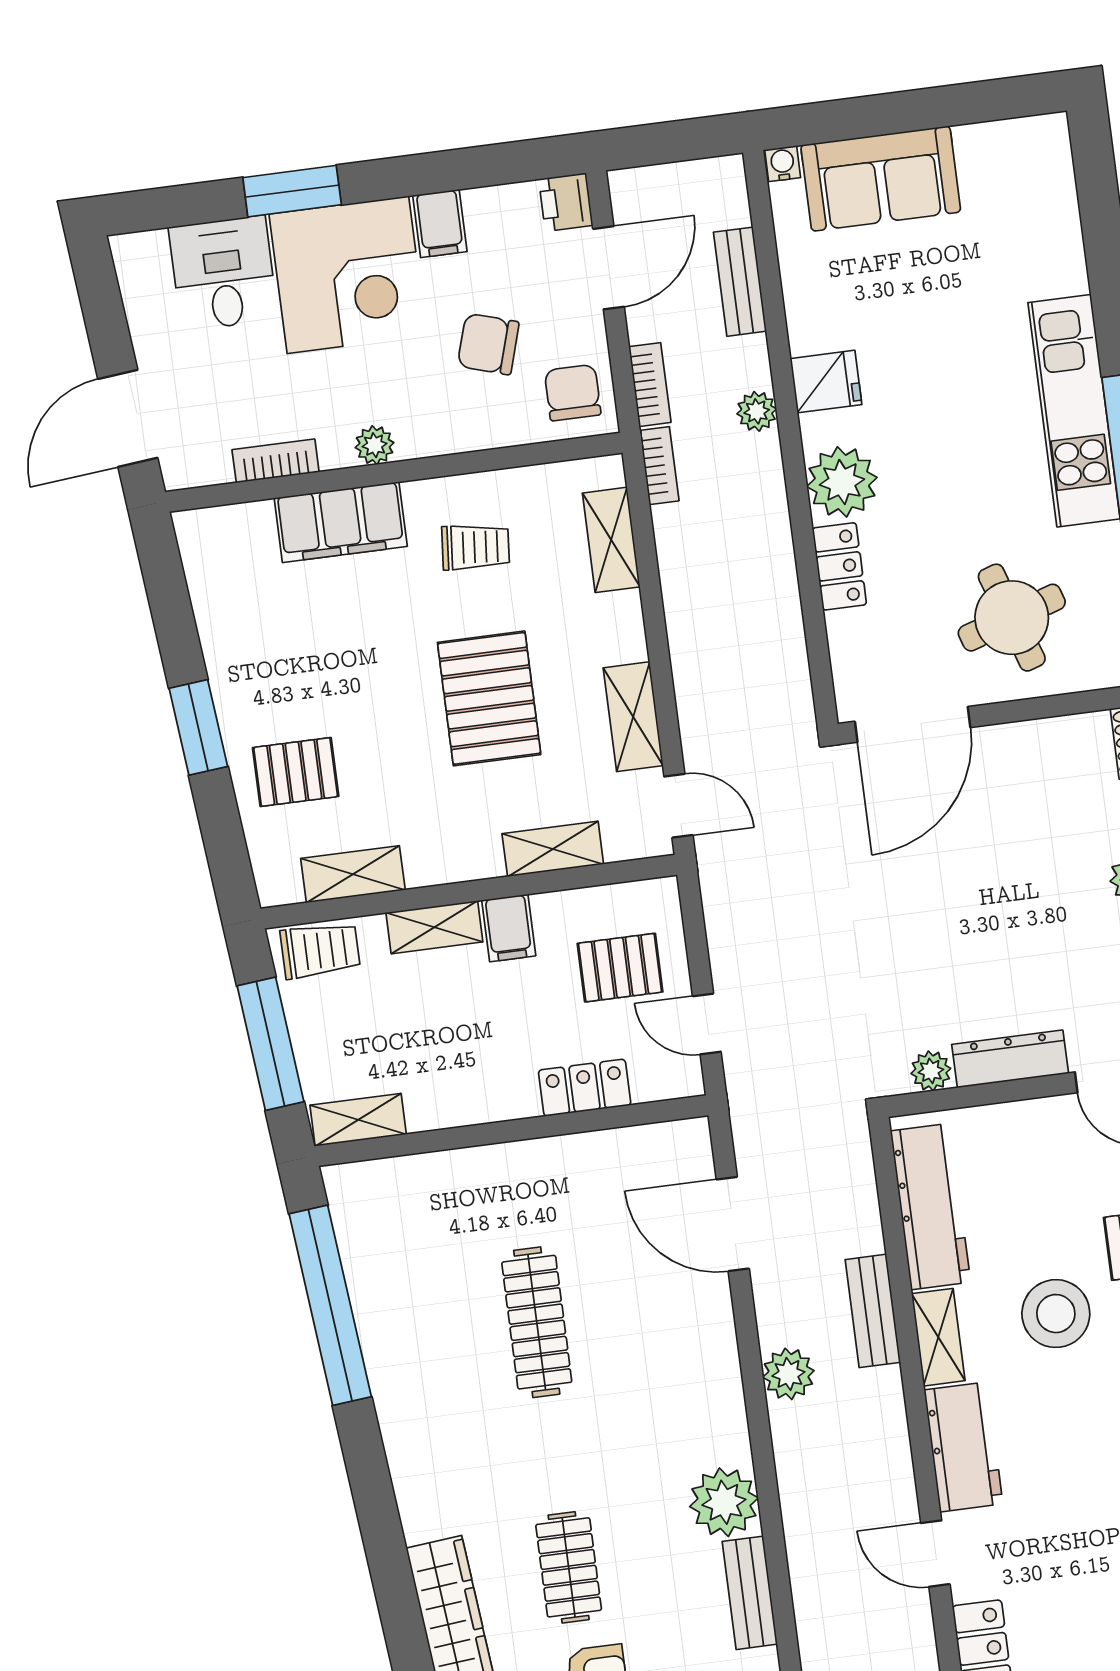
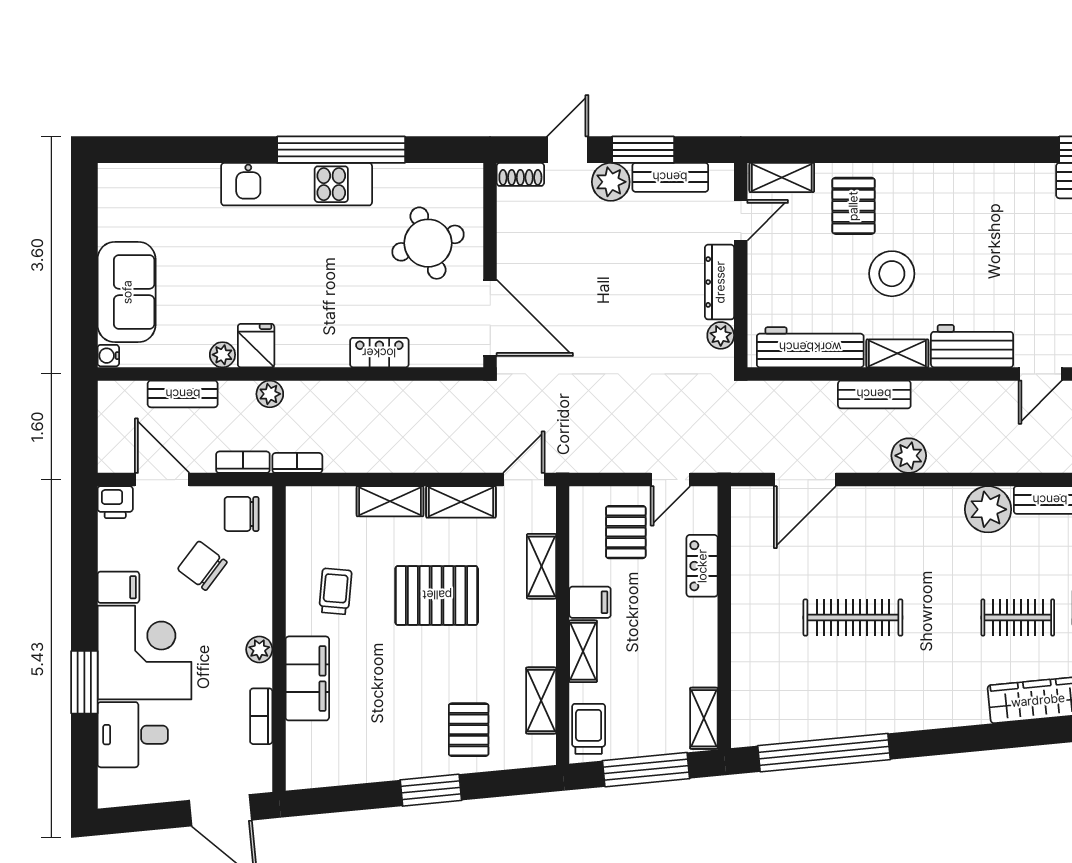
chair: (488, 344) -> (202, 566), turned 110
plant: (842, 482) -> (222, 355), moved, width x0.53, depth x0.53
shelving: (611, 540) -> (390, 501), moved

